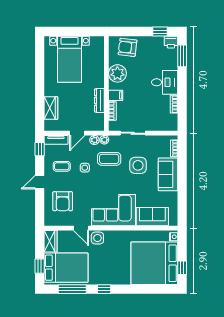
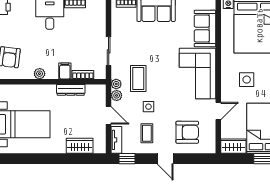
plant: (117, 73) -> (40, 74), width x0.53, depth x0.53
side table: (138, 165) -> (146, 45), removed
side table: (97, 238) -> (247, 80), moved

